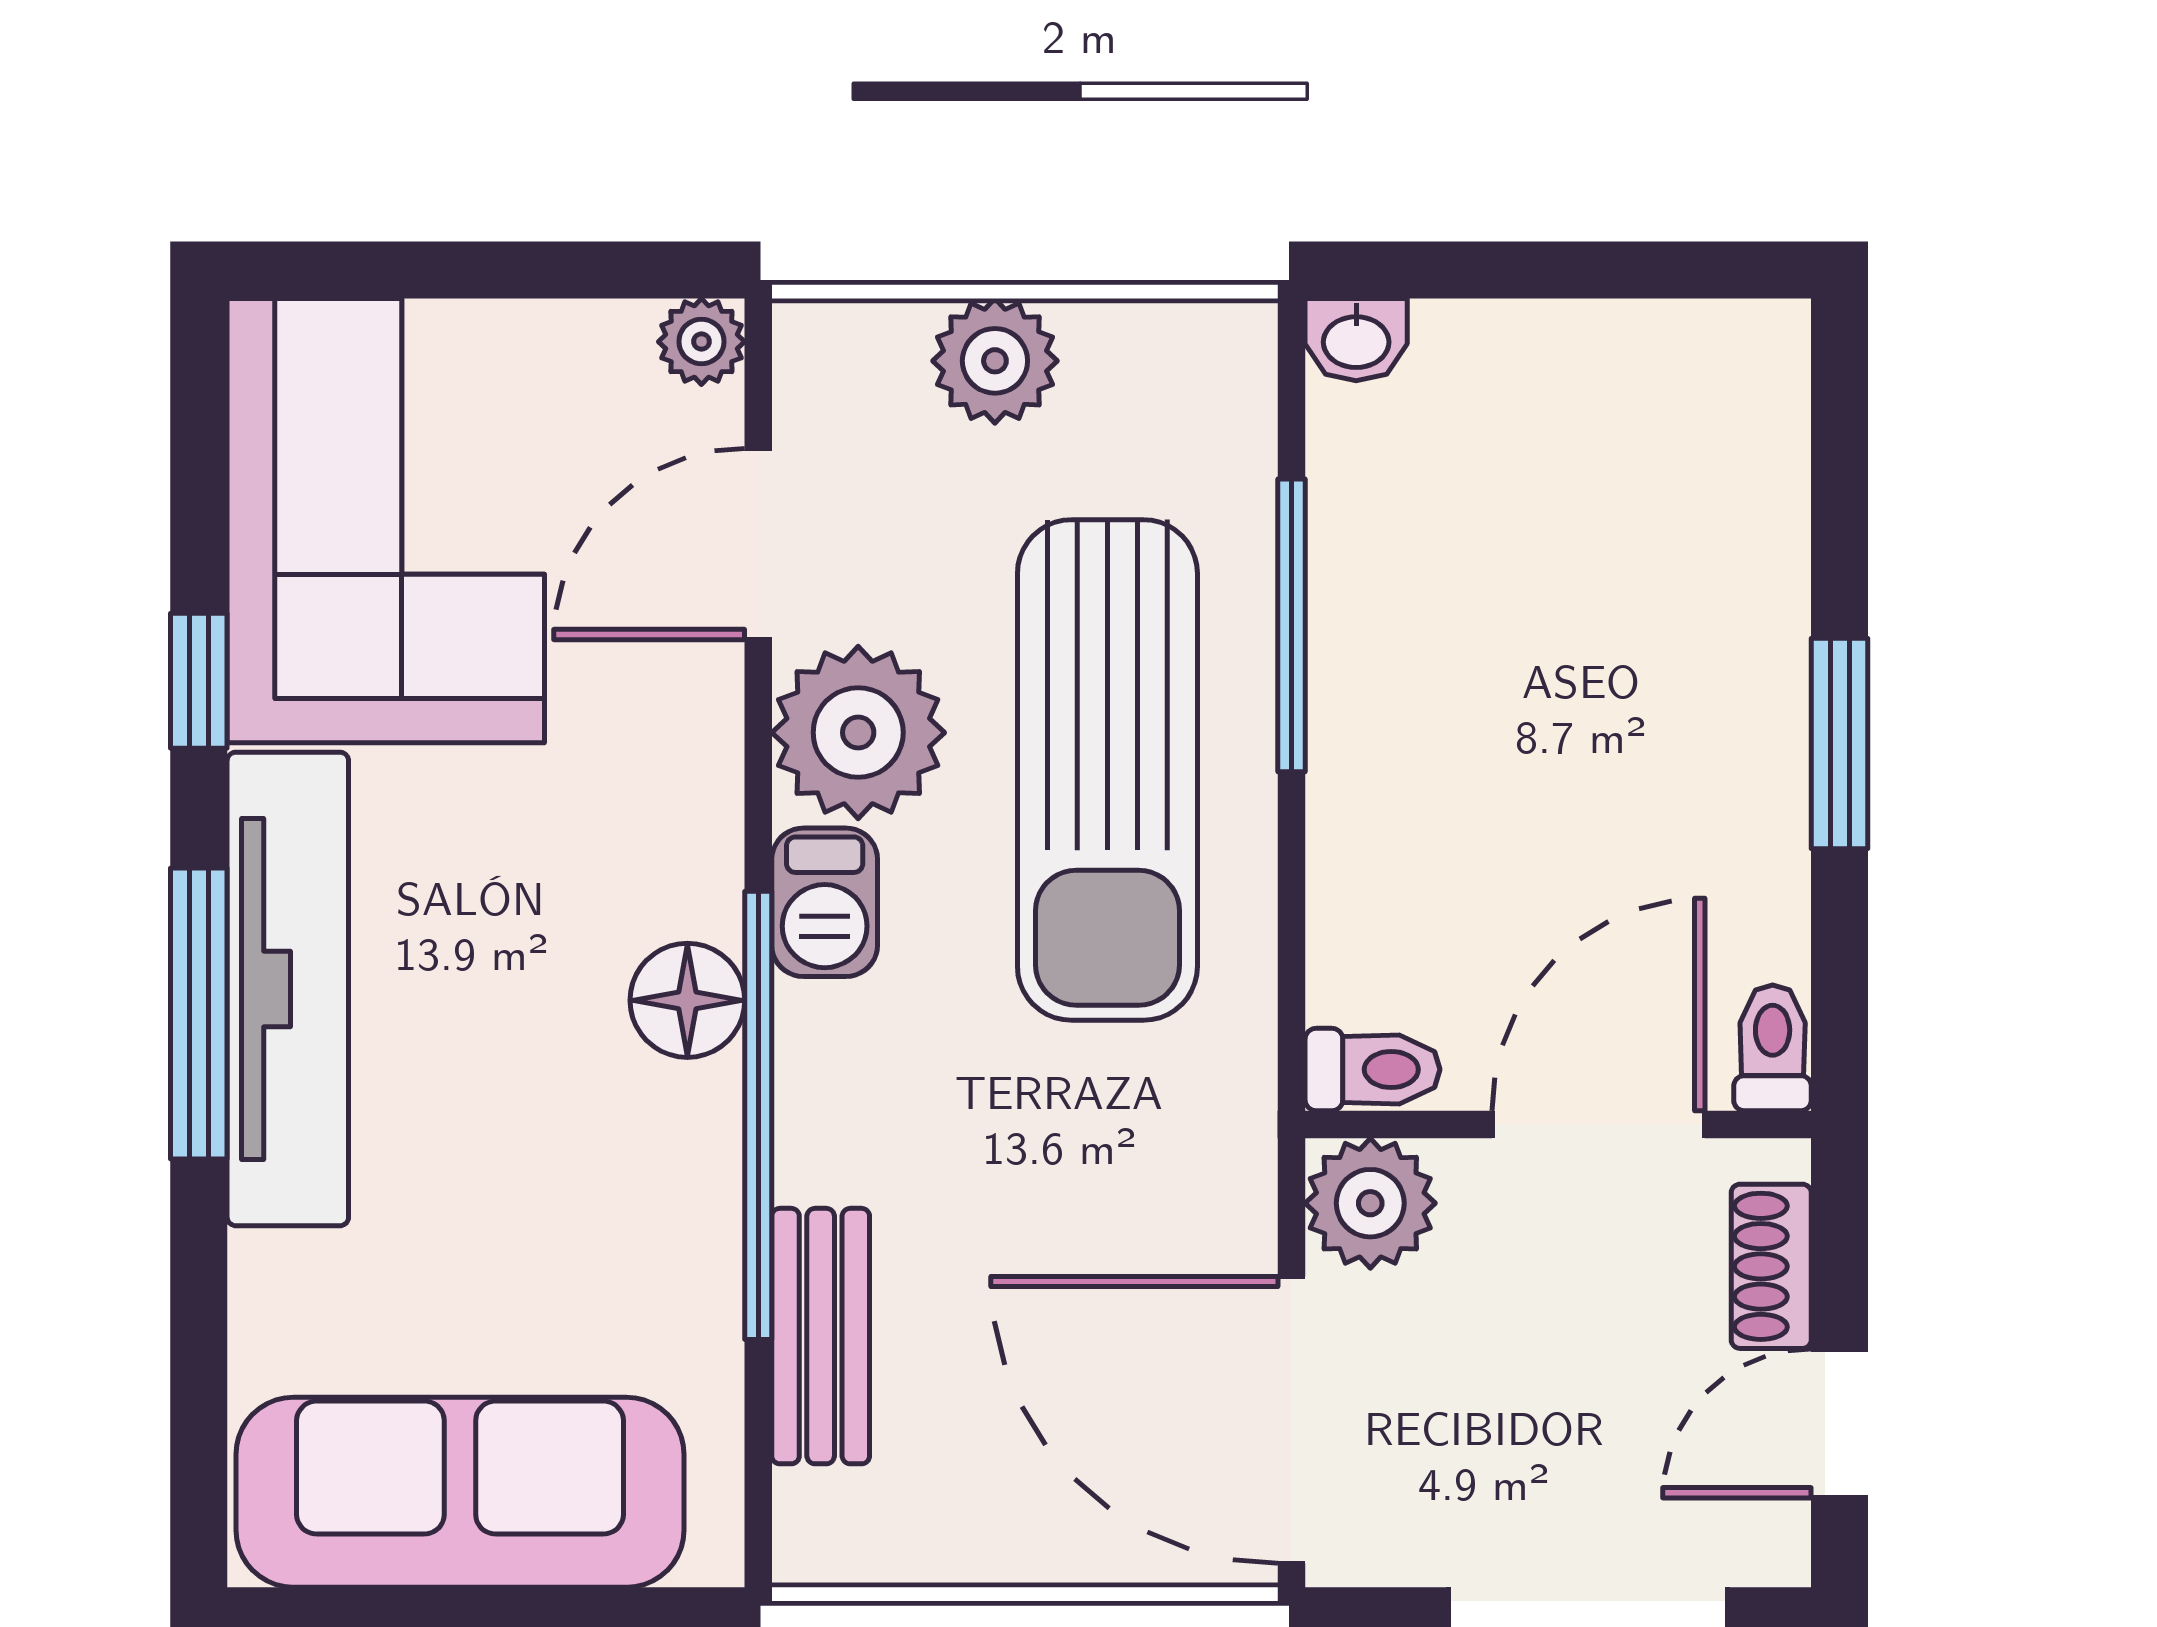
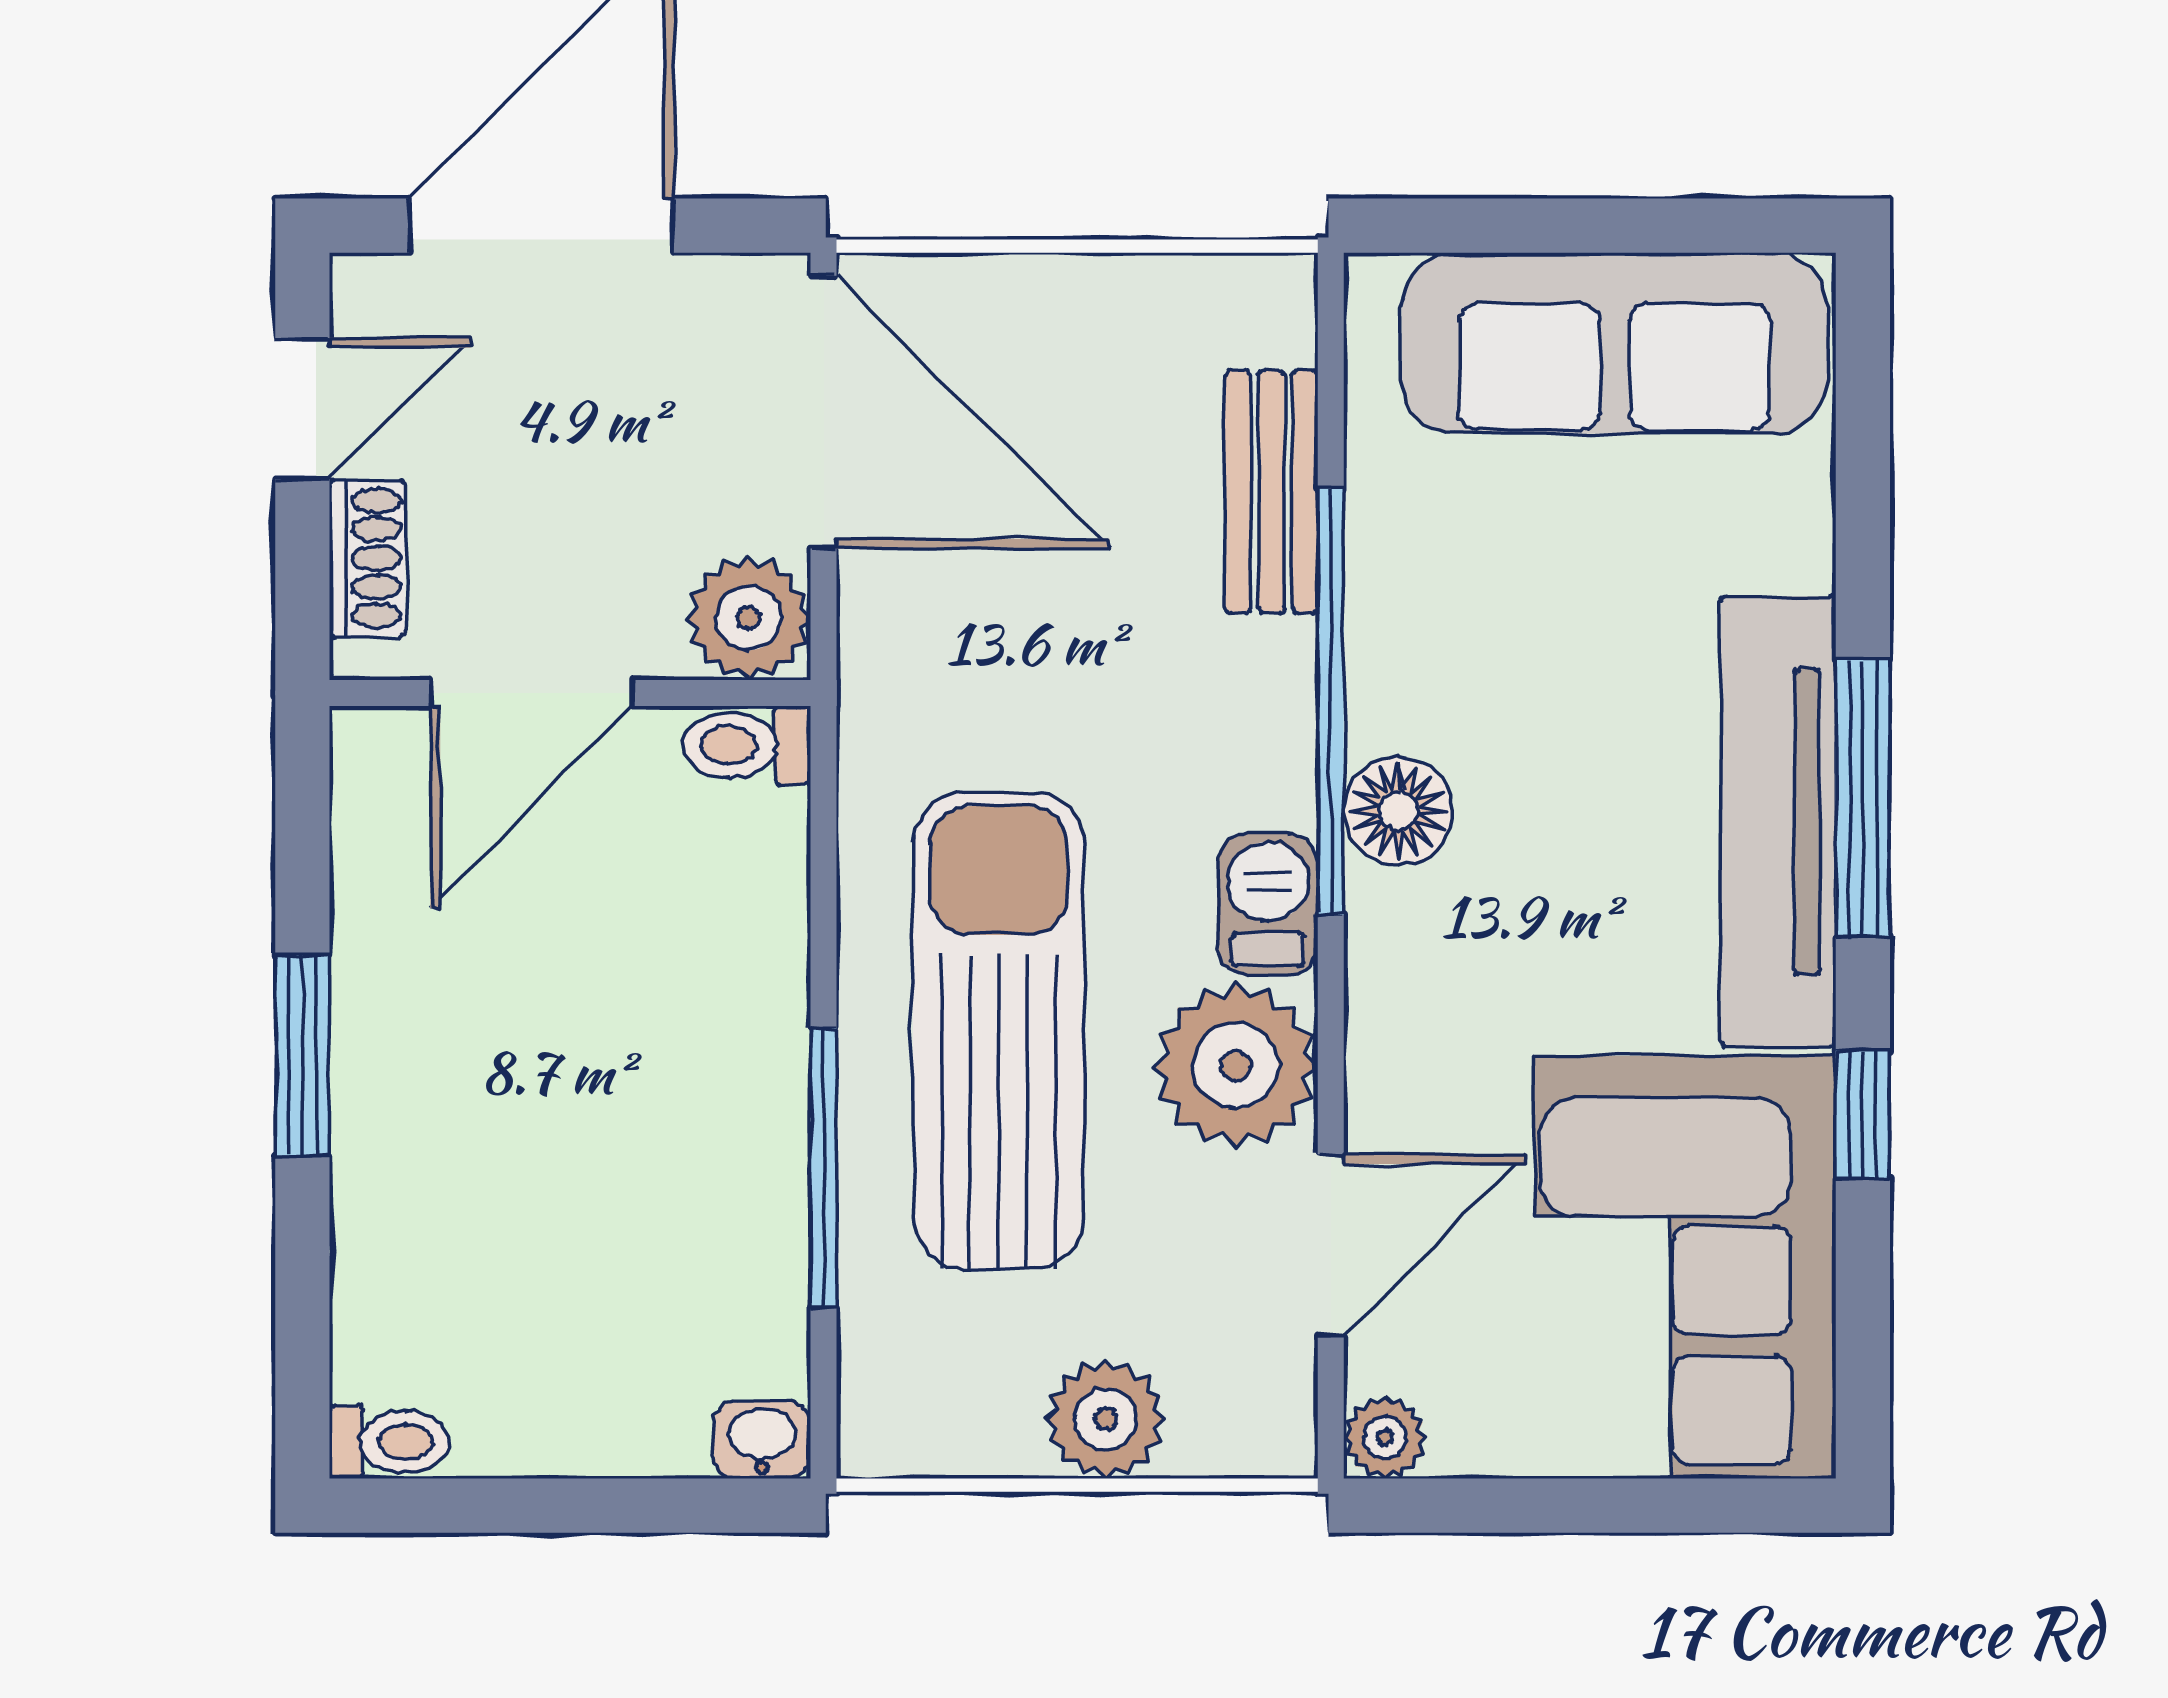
toilet: (1773, 1048) -> (389, 1442), moved, turned -90

